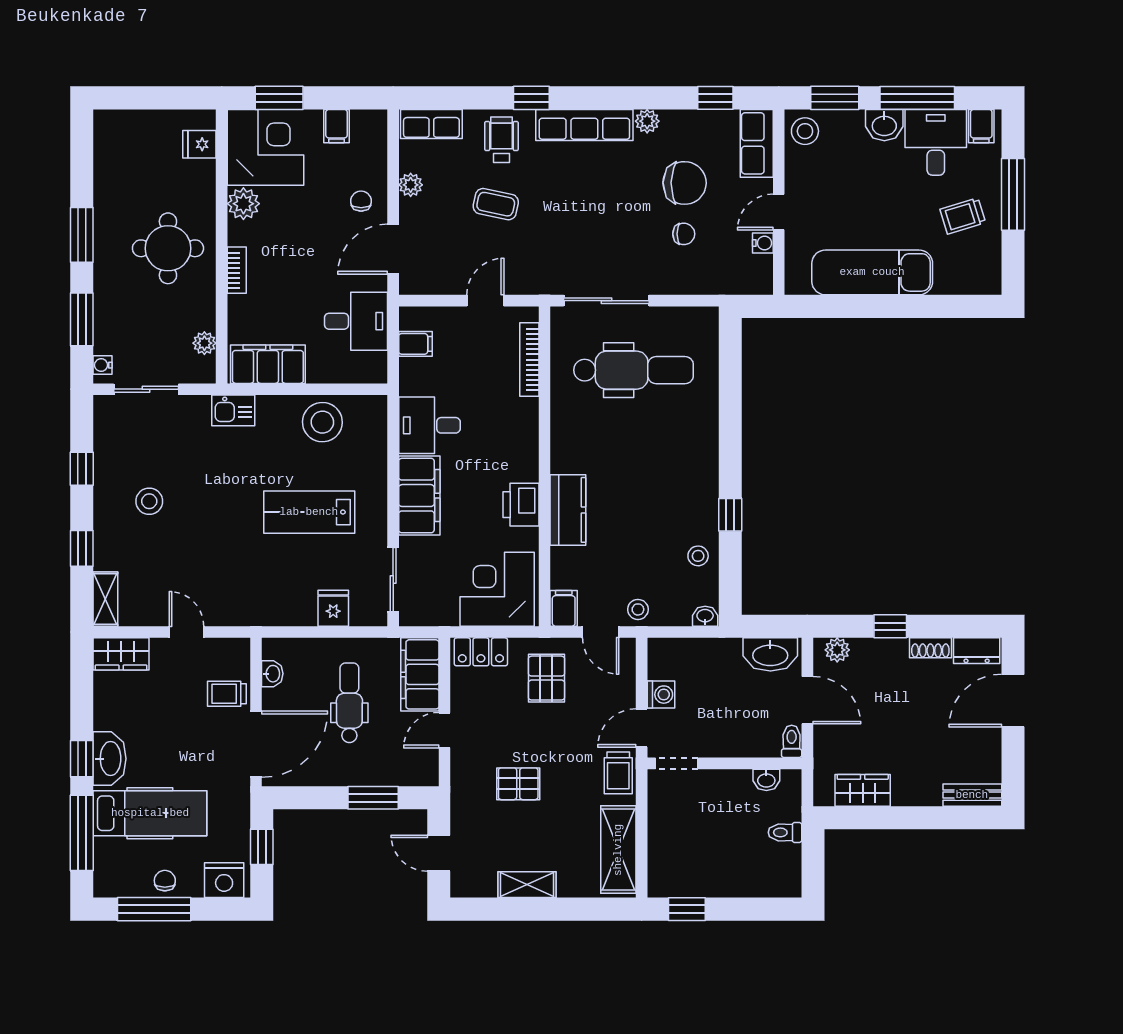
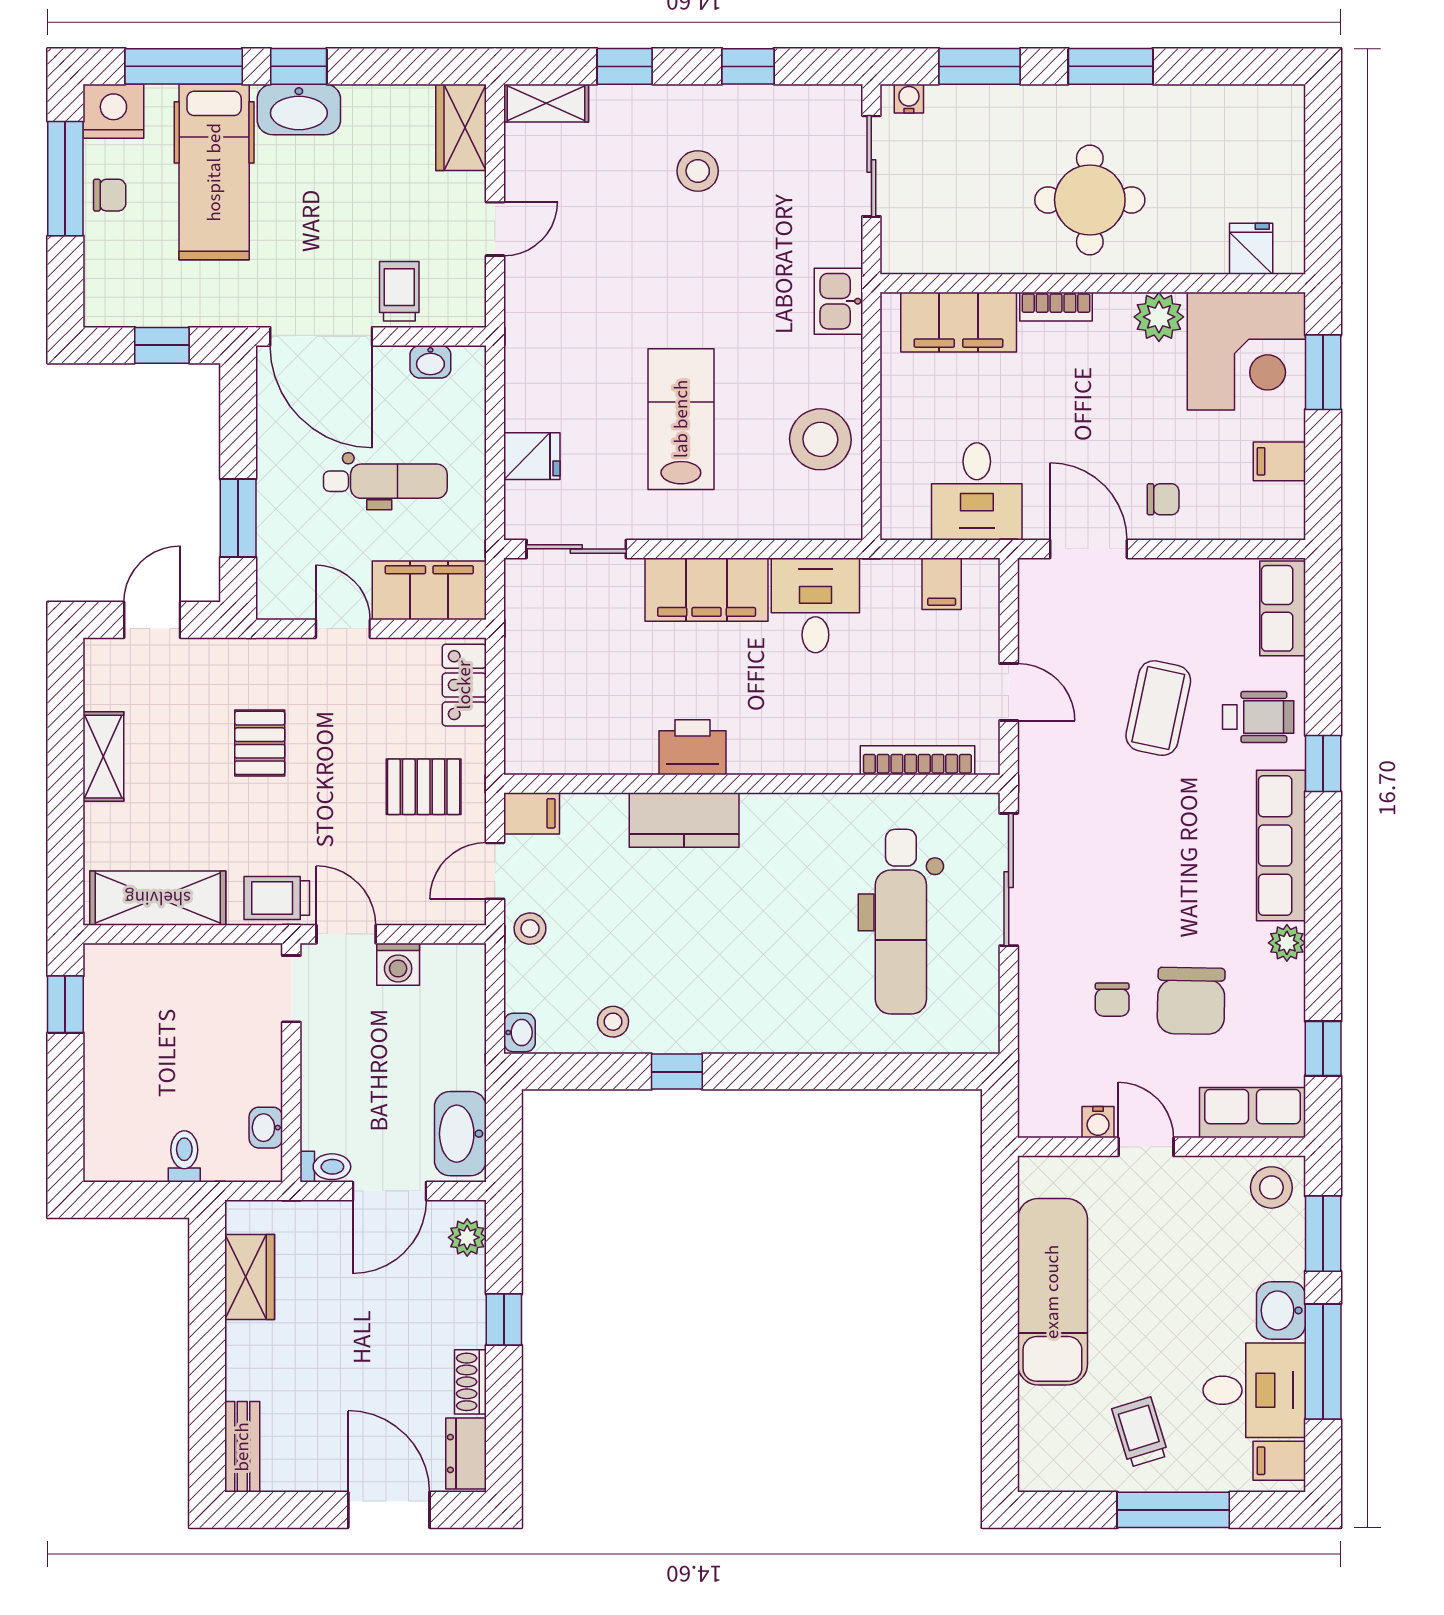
plant: (411, 185) -> (1188, 576), removed
coffee table: (496, 204) -> (1158, 708), width x1.36, depth x1.30
plant: (204, 343) -> (943, 257), removed
filing cabinet: (268, 364) -> (959, 322), moved, turned 90
corner desk: (497, 589) -> (561, 710), removed
nightstand: (224, 880) -> (113, 111), moved, turned 90

